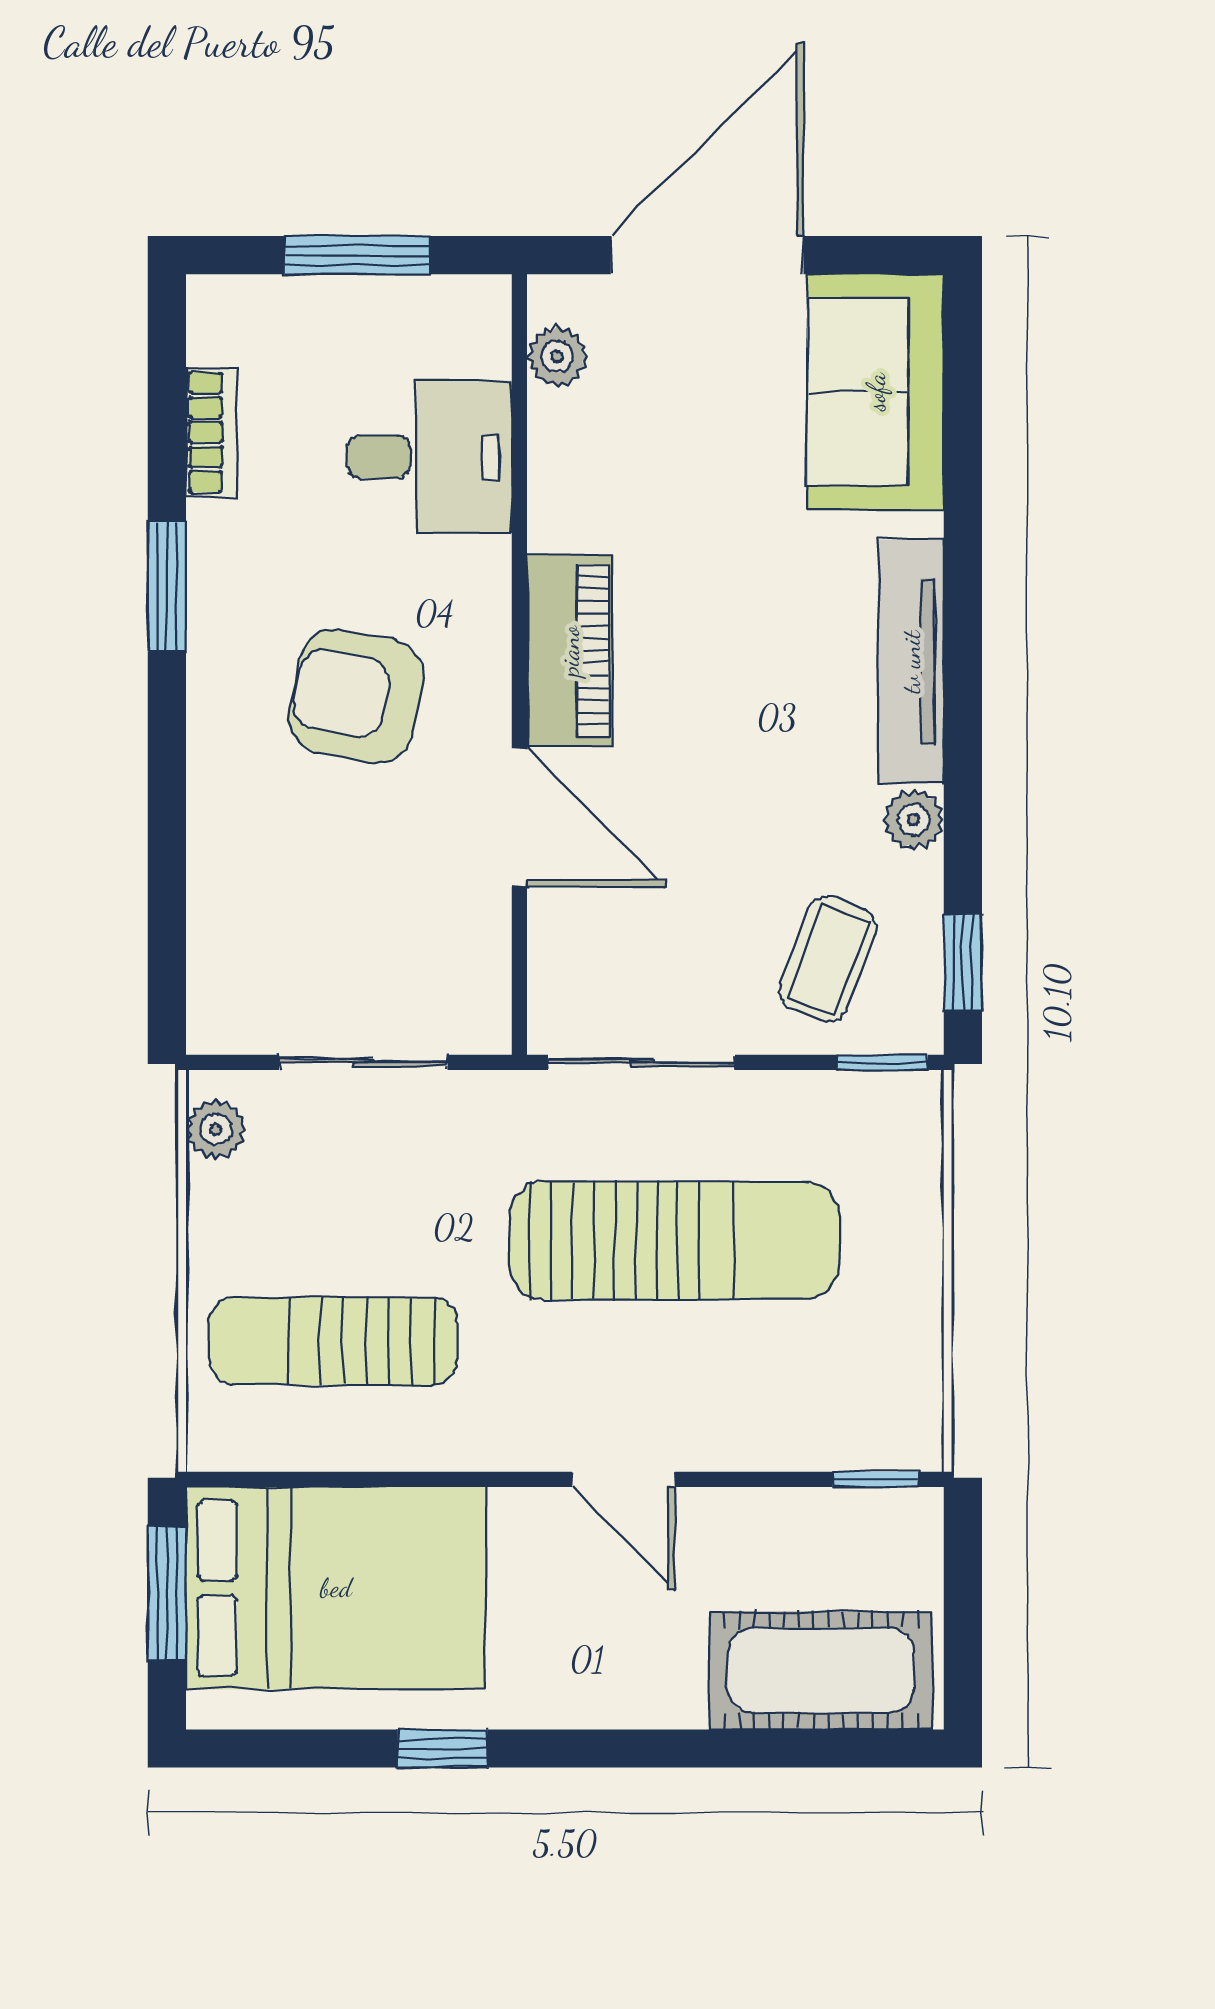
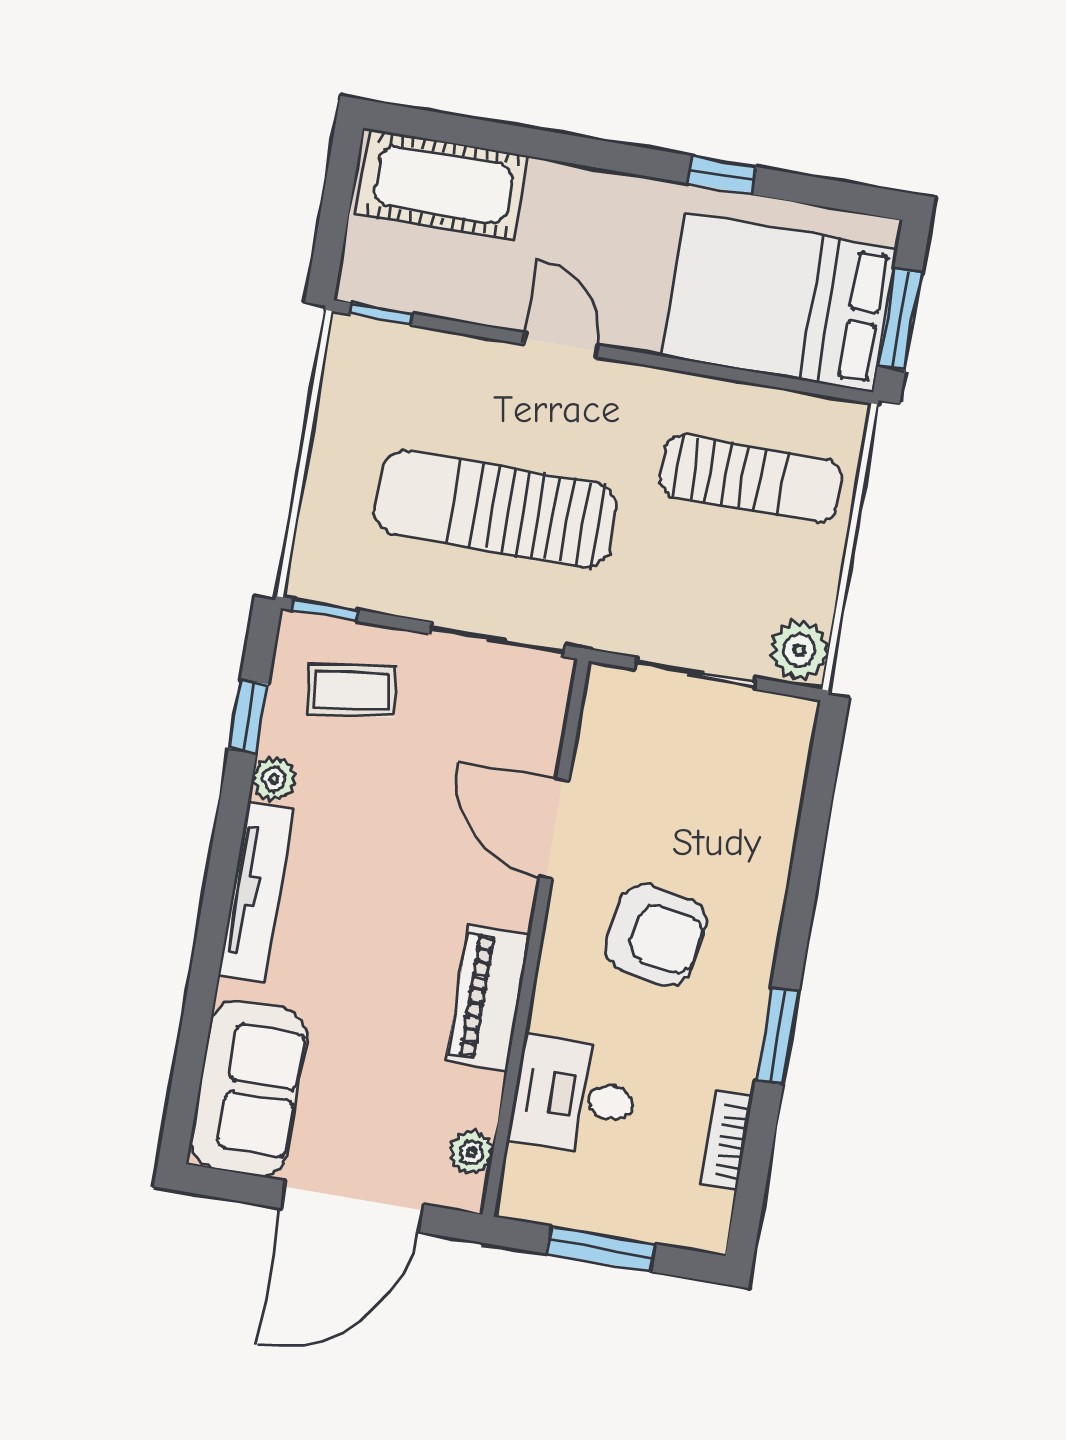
piano: (570, 651) -> (488, 998), moved
coffee table: (828, 959) -> (352, 690), turned 61
window: (963, 963) -> (248, 716), moved
plant: (216, 1129) -> (799, 650), width x1.38, depth x1.38

